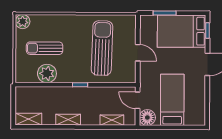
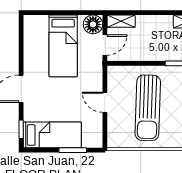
bed: (182, 31) -> (52, 135), width x0.67
door: (138, 100) -> (105, 45), hinge flipped
shelving: (112, 120) -> (121, 21), moved

